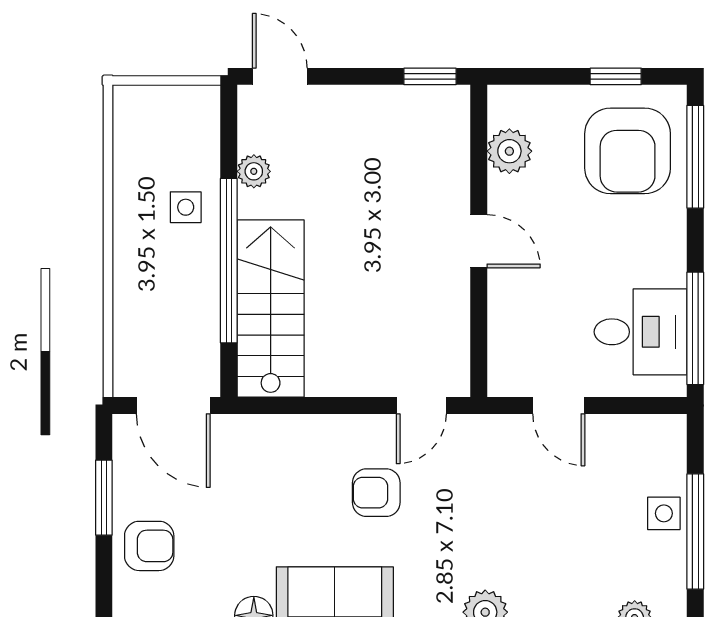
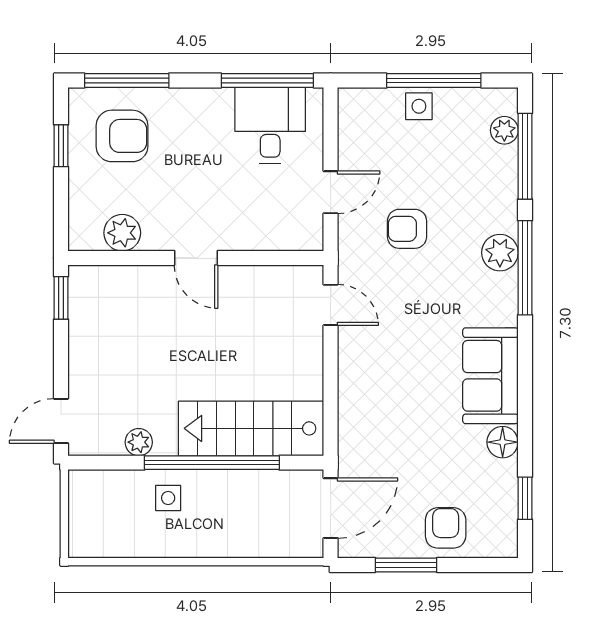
armchair: (628, 151) -> (122, 136), width x0.73, depth x0.73
door: (479, 241) -> (196, 258), swing flipped
armchair: (376, 493) -> (407, 229), moved, turned 90

